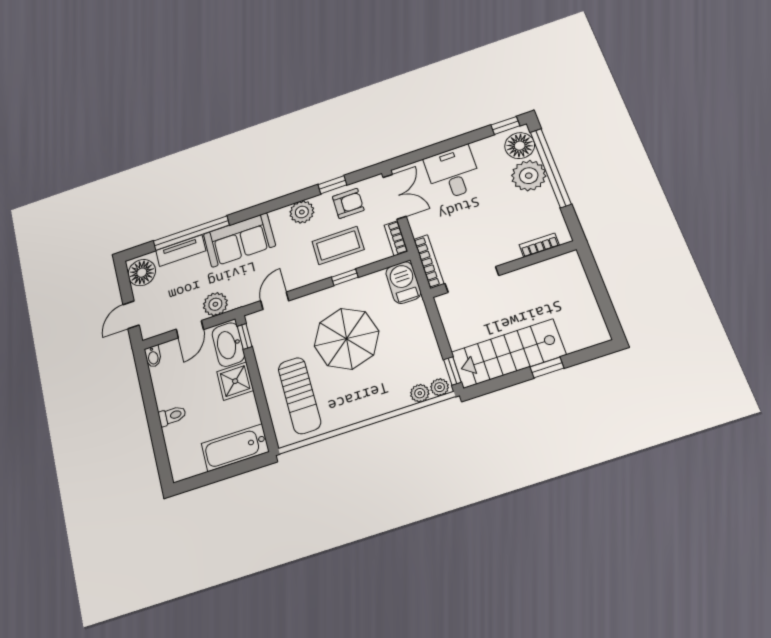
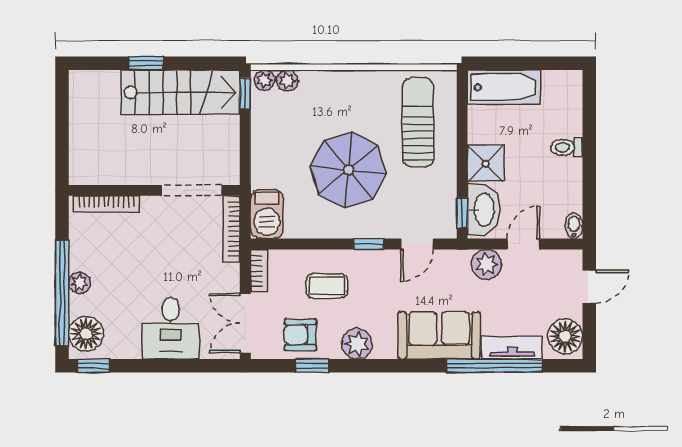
plant: (529, 176) -> (79, 283), width x0.53, depth x0.53
bookcase: (539, 245) -> (106, 204), width x1.56
coffee table: (338, 246) -> (327, 286), width x0.73, depth x0.77
window: (345, 277) -> (369, 244), moved

